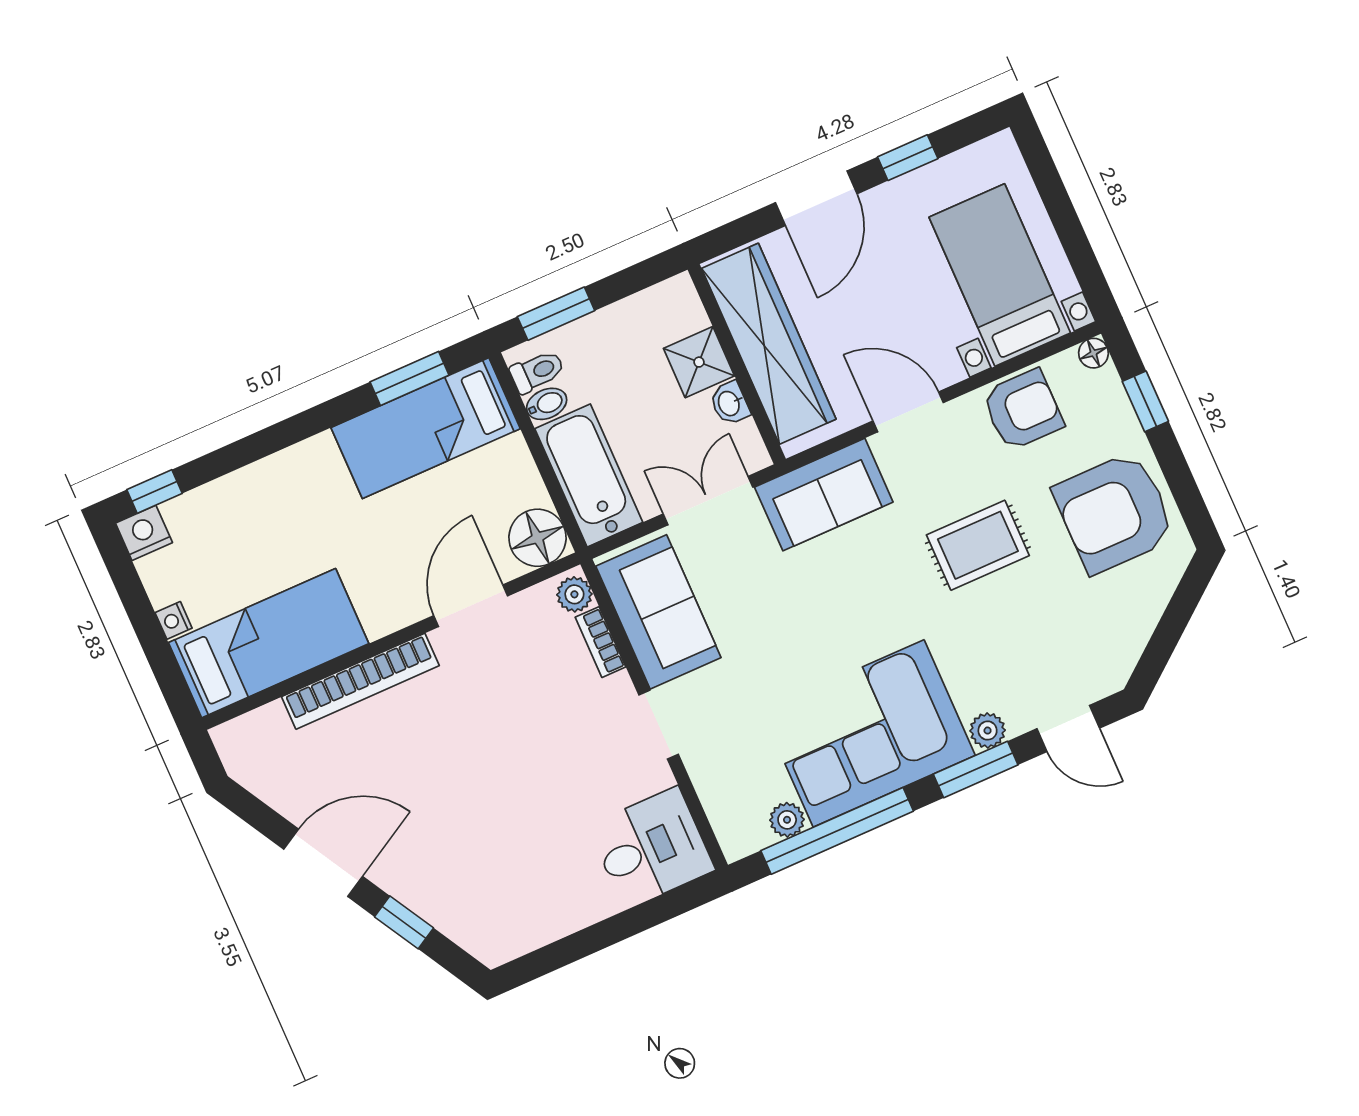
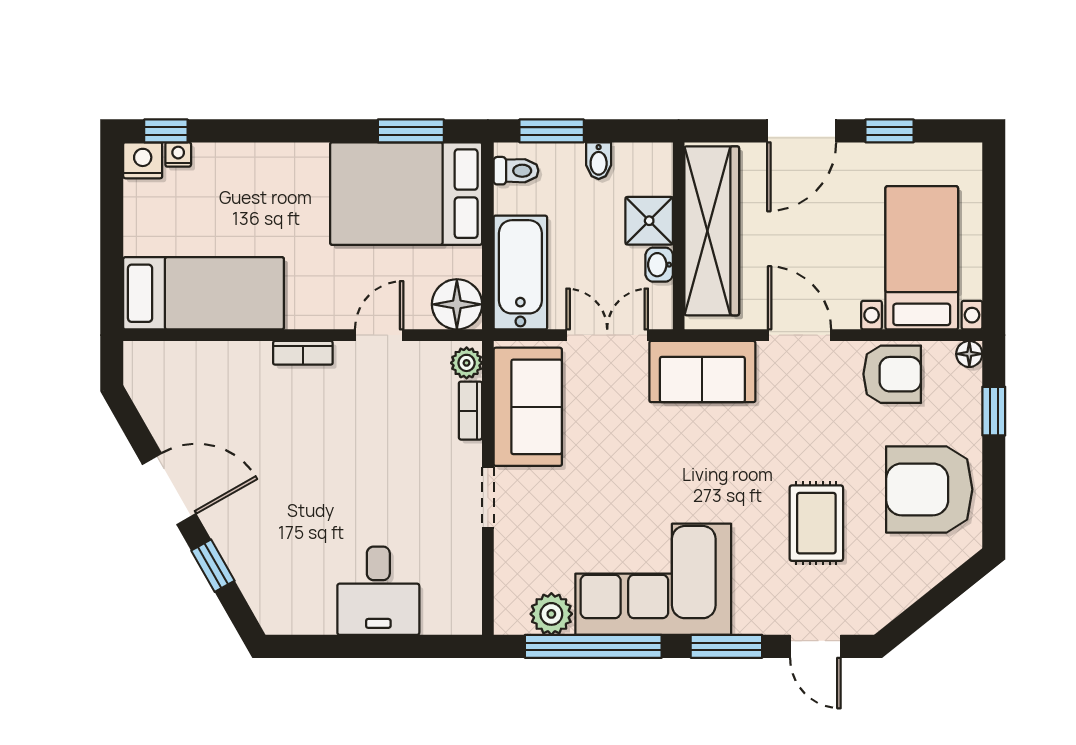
bidet: (547, 404) -> (599, 161), moved, turned 90
bed: (426, 428) -> (406, 194), width x1.50
rug: (978, 545) -> (816, 523), moved, turned 90
door: (471, 606) -> (379, 335), width x0.73
nightstand: (174, 620) -> (178, 154), moved, turned 90
bookcase: (360, 681) -> (303, 353), width x0.43, depth x0.76
plant: (988, 731) -> (750, 619), removed
plant: (787, 820) -> (551, 614), width x1.38, depth x1.38
desk: (651, 848) -> (378, 591), moved, turned 90

